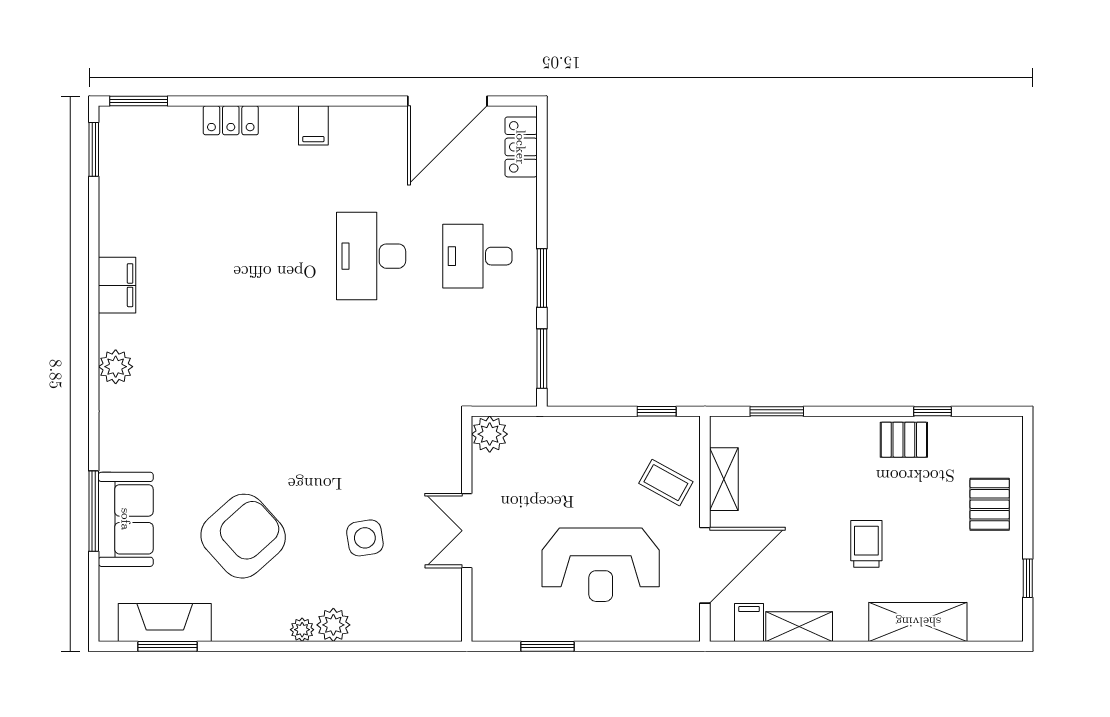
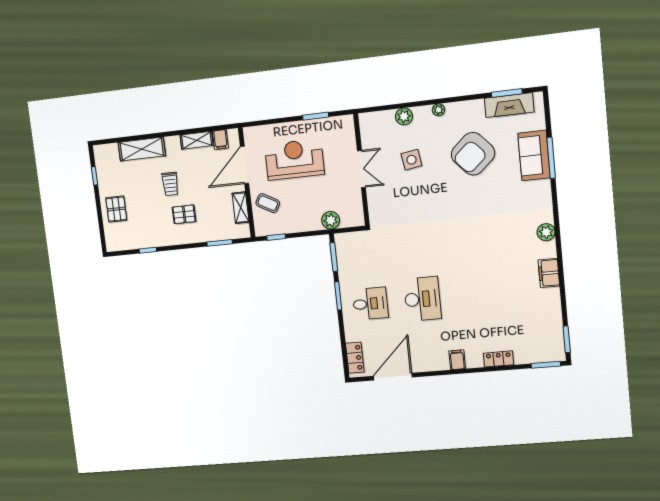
plant: (490, 434) -> (331, 220), moved
pallet: (904, 440) -> (184, 214), moved
plant: (333, 625) -> (404, 116), moved

